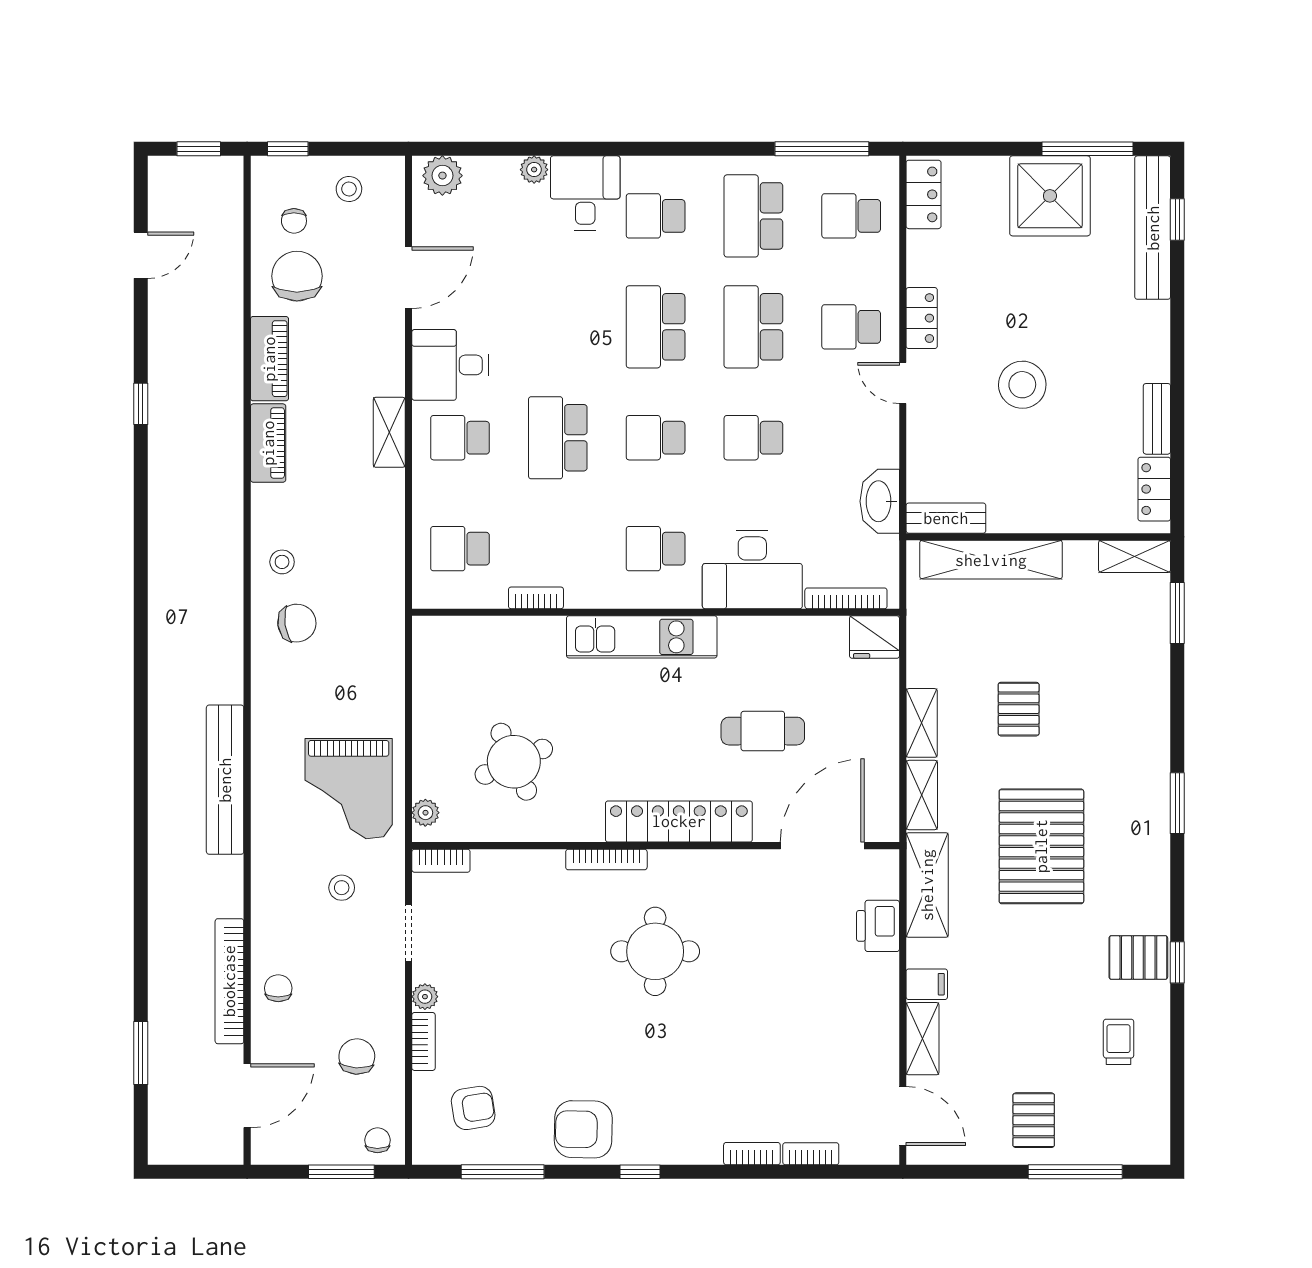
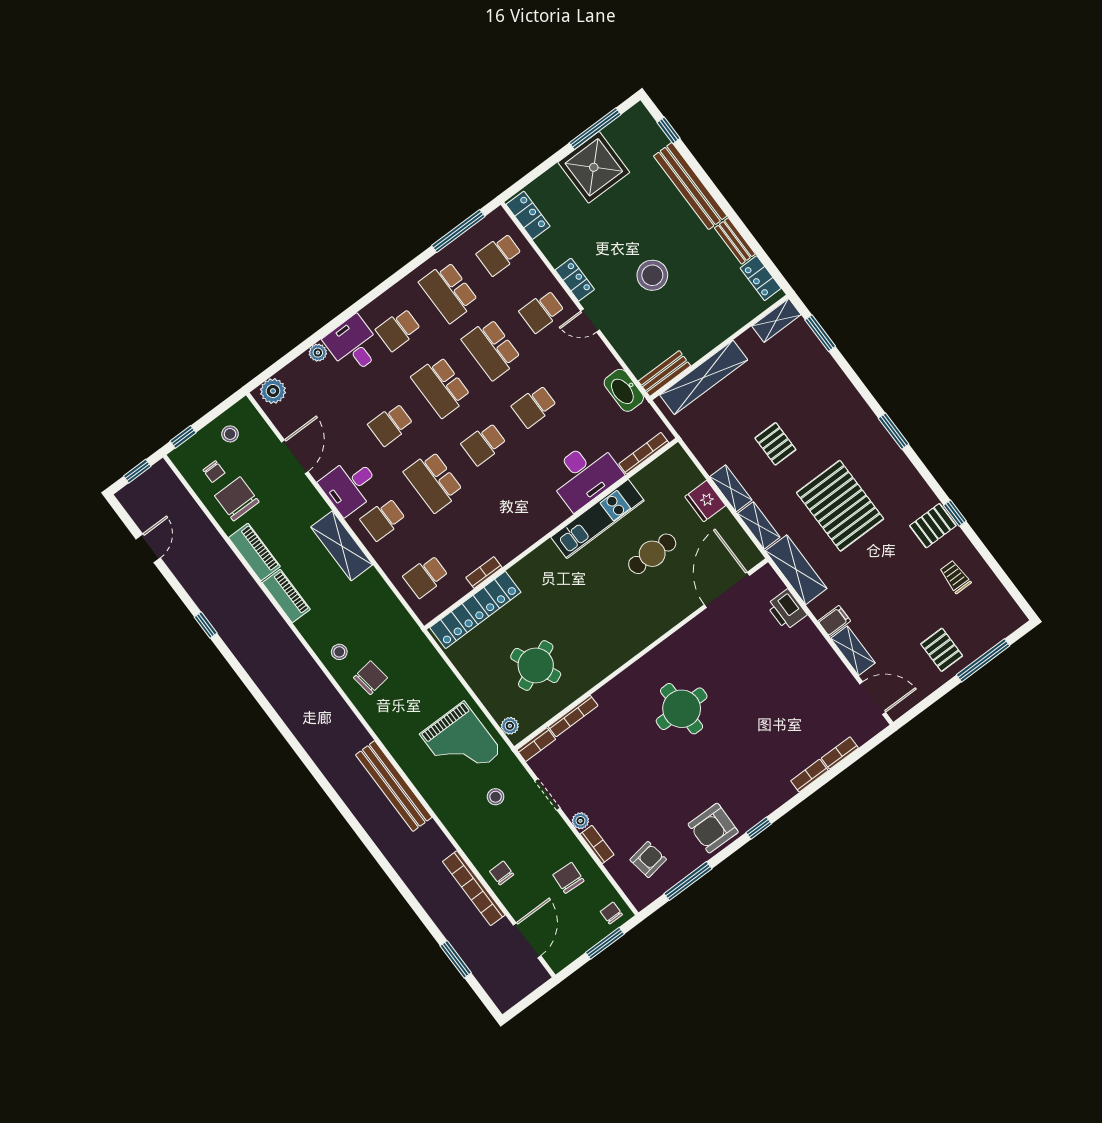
bench: (1153, 228) -> (690, 186), moved
shelving: (389, 432) -> (342, 546), width x1.50, depth x1.33
school desk: (656, 549) -> (391, 424), moved
kitchen unit: (642, 637) -> (597, 519), moved
fridge: (874, 637) -> (705, 501), moved, turned 90
locker: (679, 821) -> (475, 610), moved, turned 180
bookcase: (606, 860) -> (573, 716), moved

